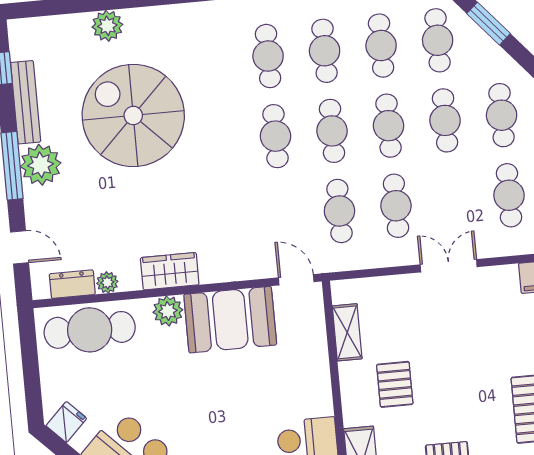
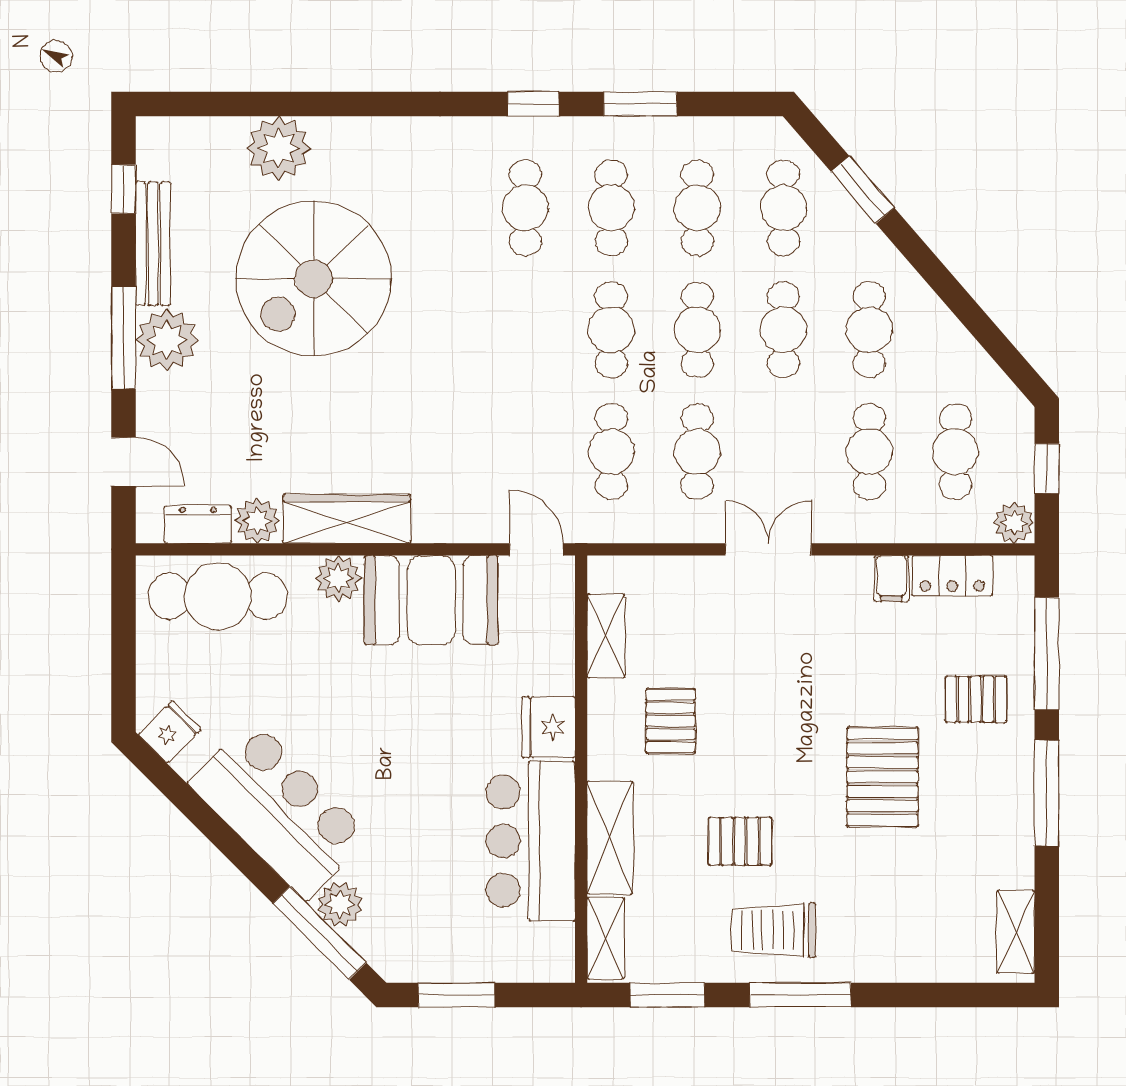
plant: (107, 26) -> (278, 148), width x1.36, depth x1.36
spiral stairs: (133, 115) -> (314, 279), turned -90
cafe table: (275, 136) -> (525, 330), removed
wardrobe: (170, 271) -> (347, 519), width x1.50
plant: (107, 282) -> (257, 521), width x1.38, depth x1.38
fridge: (315, 396) -> (549, 727), added

